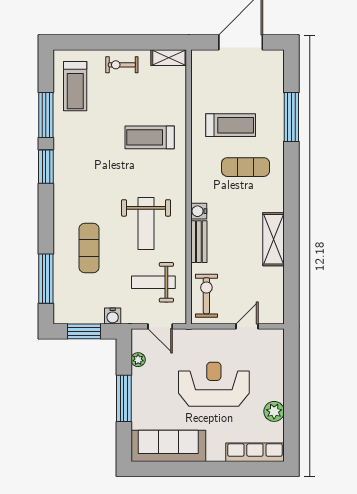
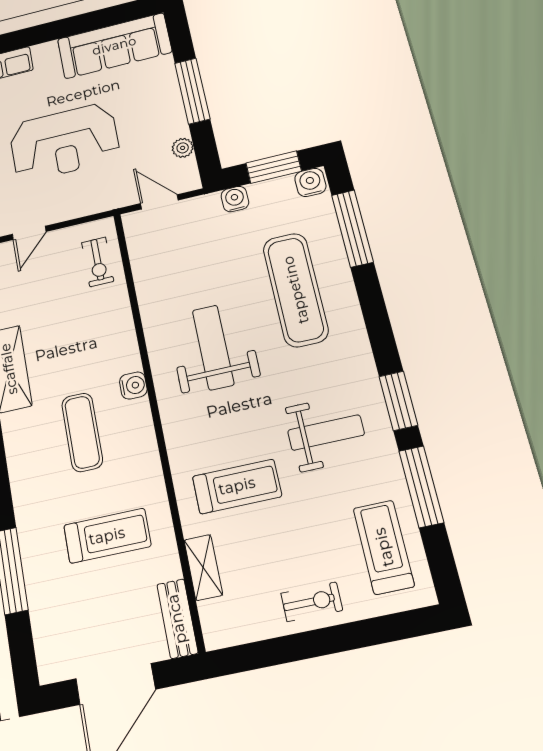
shelving: (169, 58) -> (203, 567), moved, turned 90
treadmill: (231, 125) -> (107, 536), turned 180
exercise mat: (246, 167) -> (82, 432), moved, turned 90
bench: (199, 242) -> (177, 619), moved
exercise mat: (89, 248) -> (296, 290), width x1.36, depth x1.45
weight bench: (153, 282) -> (326, 433), moved
exercise bike: (206, 296) -> (98, 262), width x0.73, depth x0.72
water cooler: (64, 315) -> (310, 182), added

